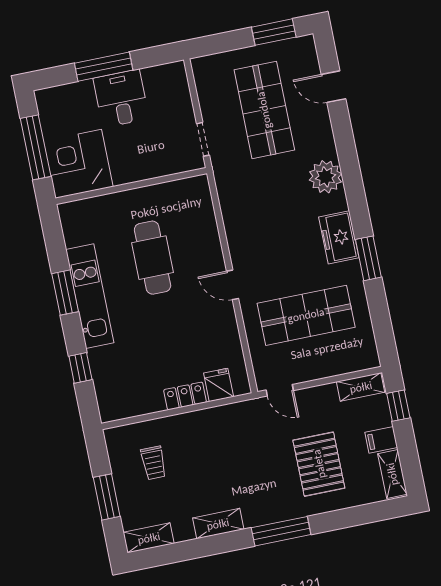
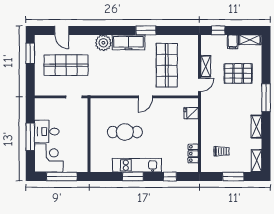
door: (333, 87) -> (62, 30), hinge flipped
corner desk: (78, 164) -> (49, 158), moved, turned 180
freezer: (339, 237) -> (129, 42), width x1.40
shelving: (361, 387) -> (206, 66), moved
locker: (185, 396) -> (193, 154), moved

